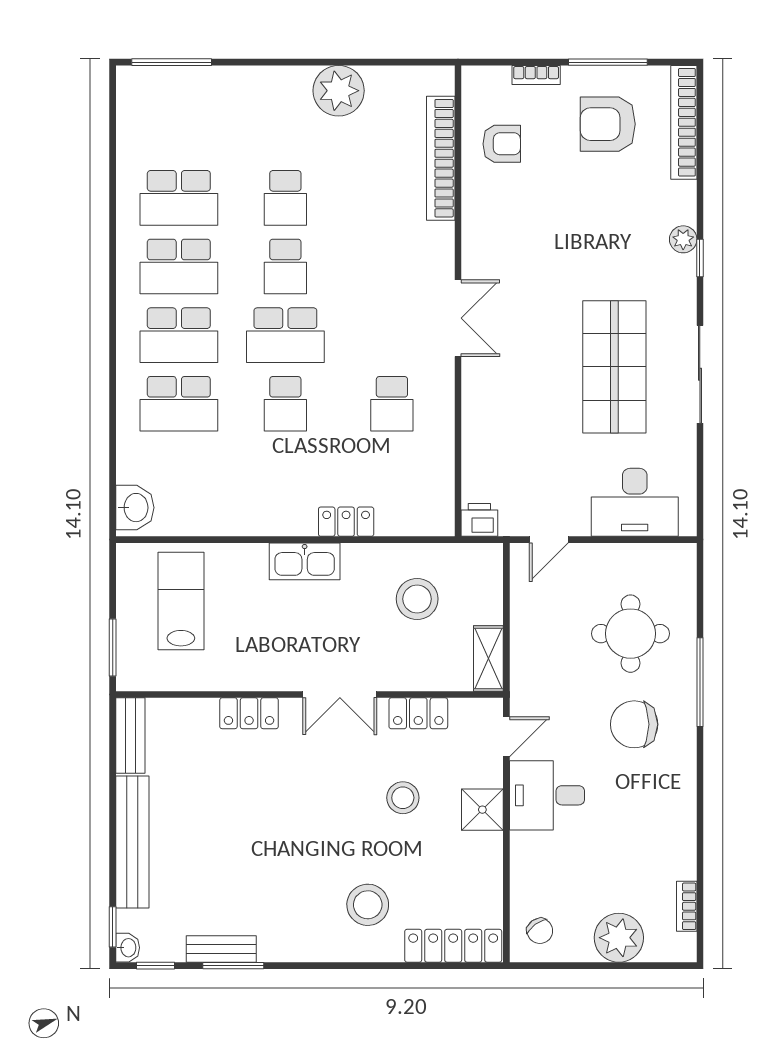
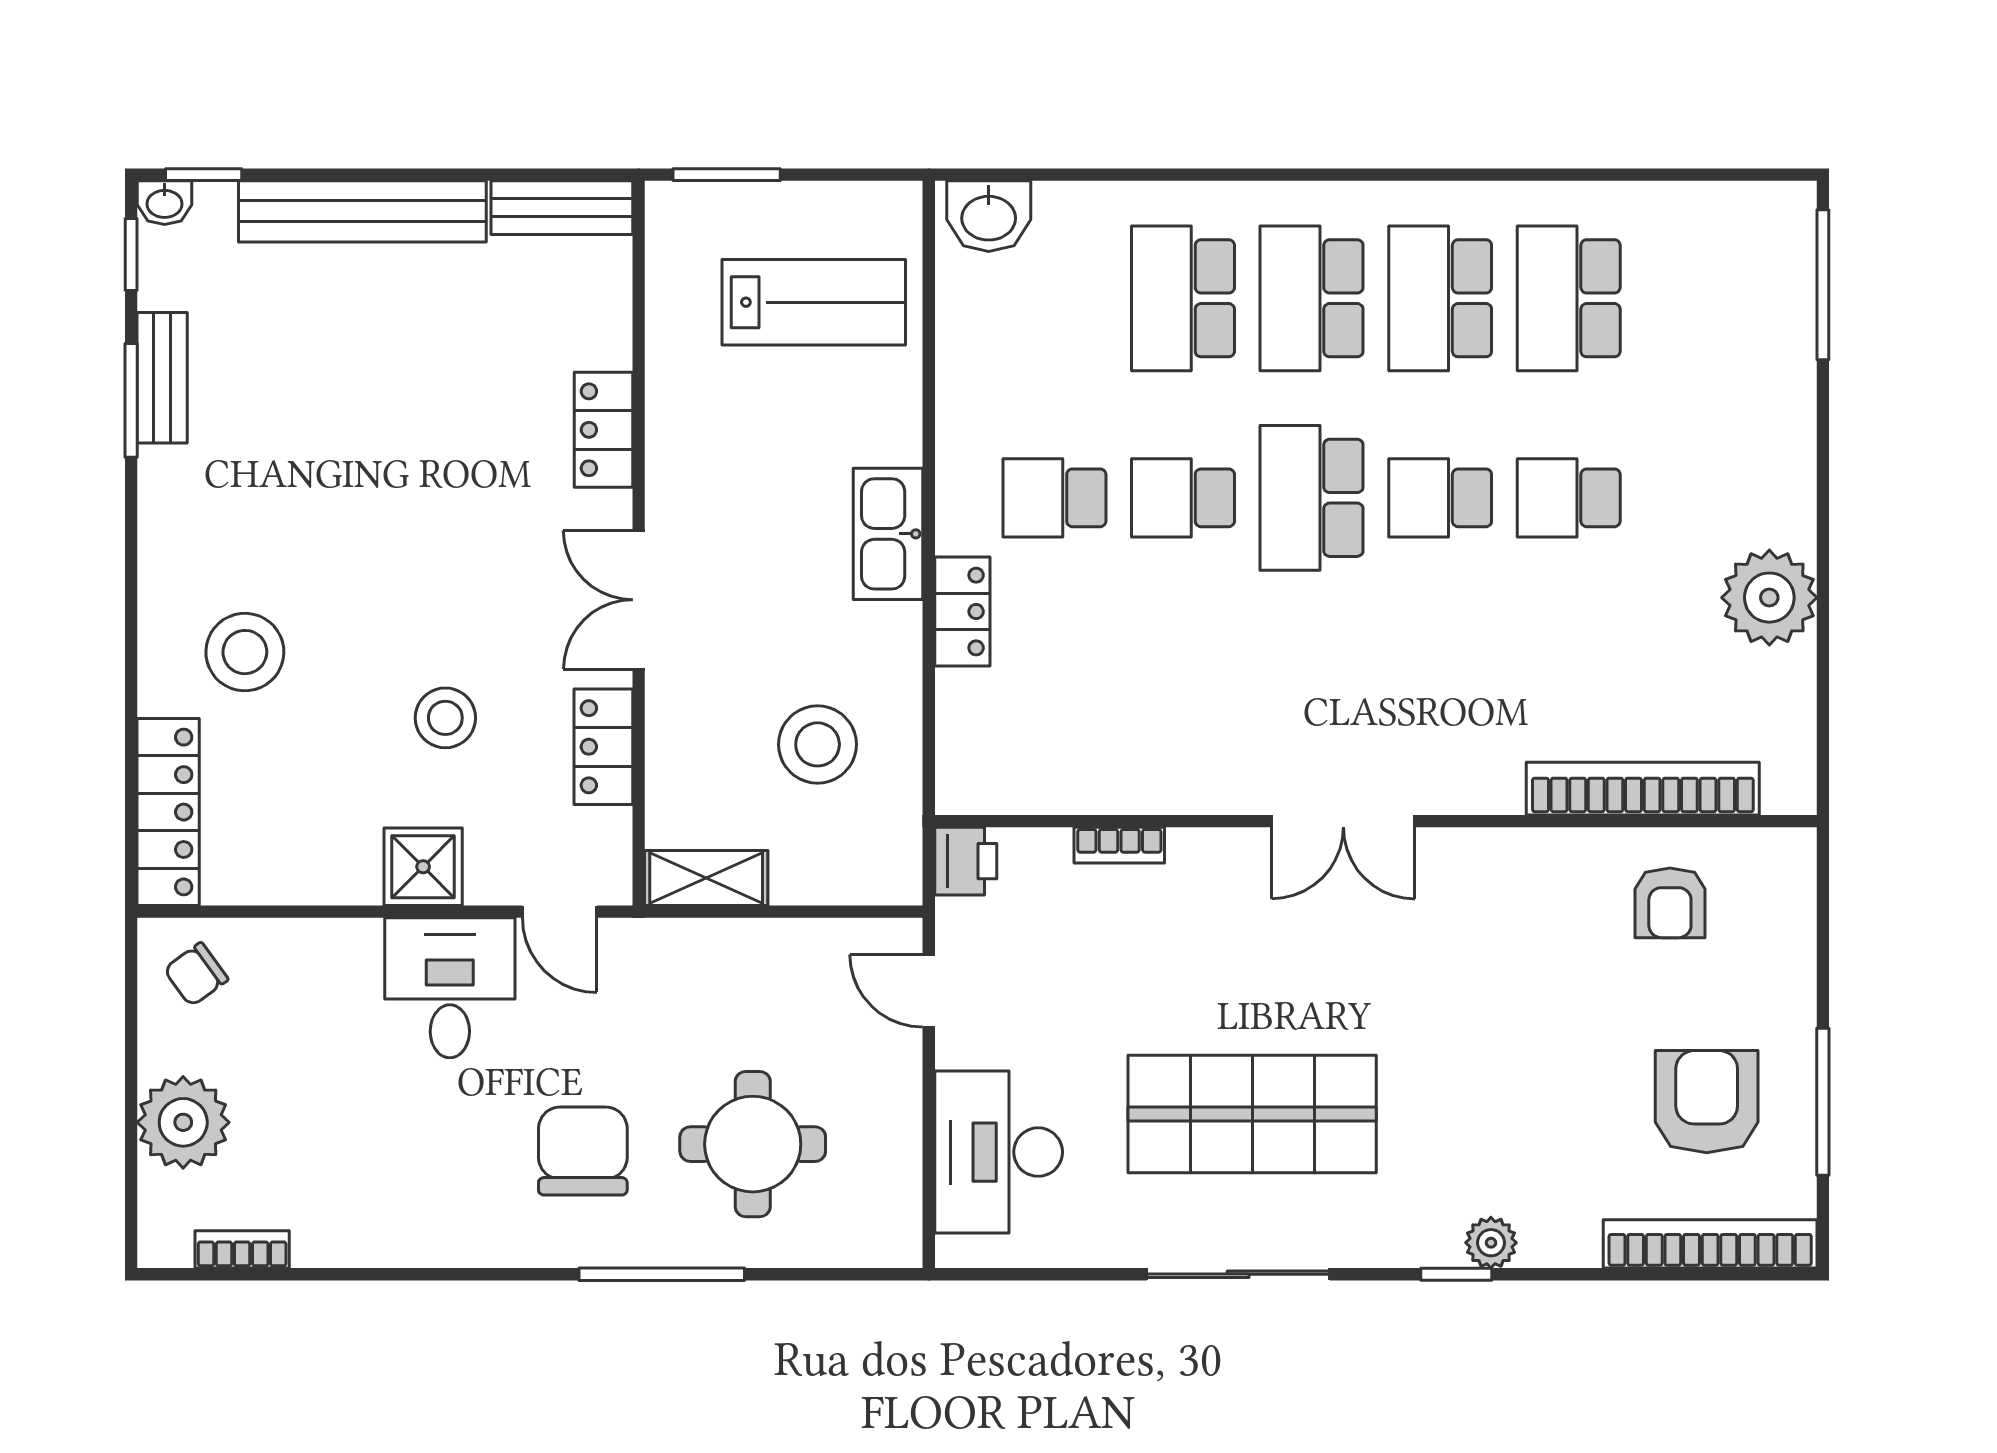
bookcase: (536, 75) -> (1119, 845), moved, turned -90
school desk: (392, 404) -> (1054, 498), moved

